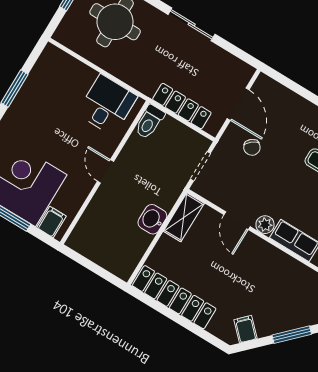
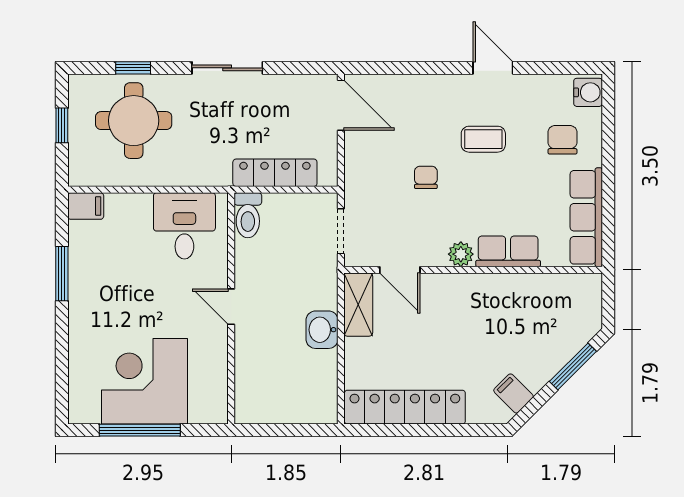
door: (238, 104) -> (341, 105), moved
chair: (252, 147) -> (426, 177), moved, turned -141
door: (237, 221) -> (400, 270), moved
filing cabinet: (52, 222) -> (86, 206), moved, turned 90

